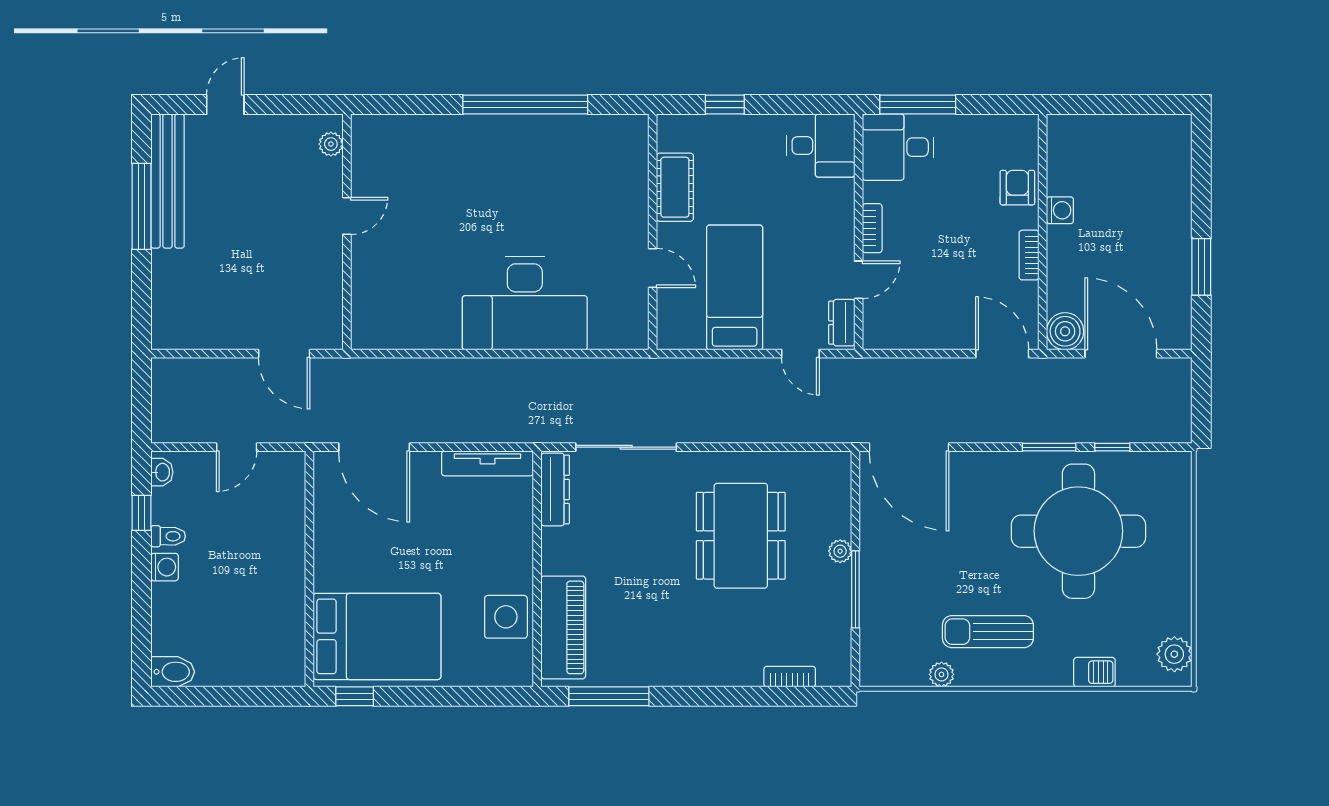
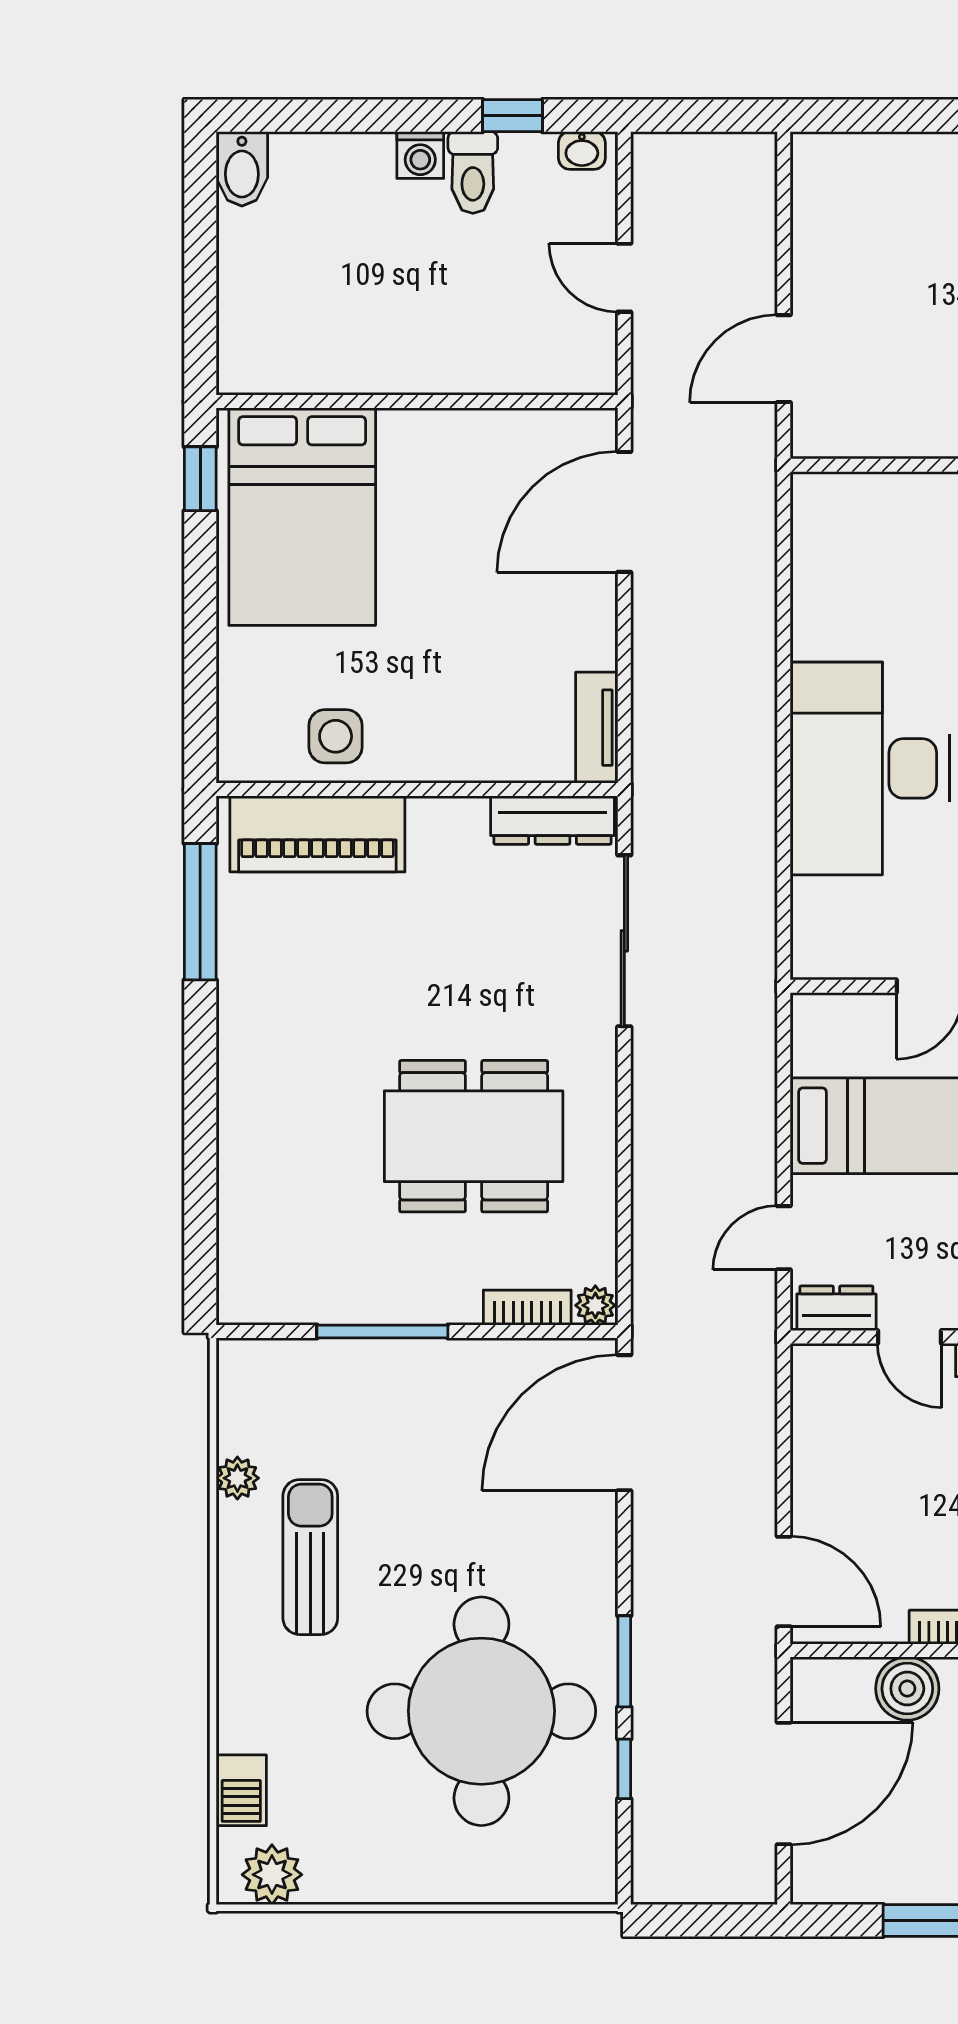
boiler: (1065, 331) -> (907, 1689), moved
door: (1002, 354) -> (784, 1582), hinge flipped
tv unit: (487, 463) -> (597, 728), width x0.71
toilet: (168, 536) -> (473, 172), width x1.37, depth x1.39
plant: (840, 551) -> (595, 1305), moved
side table: (506, 617) -> (336, 736), width x0.73, depth x0.73
barbecue: (1094, 672) -> (241, 1790), moved
bookcase: (790, 677) -> (527, 1308), moved, turned -90

